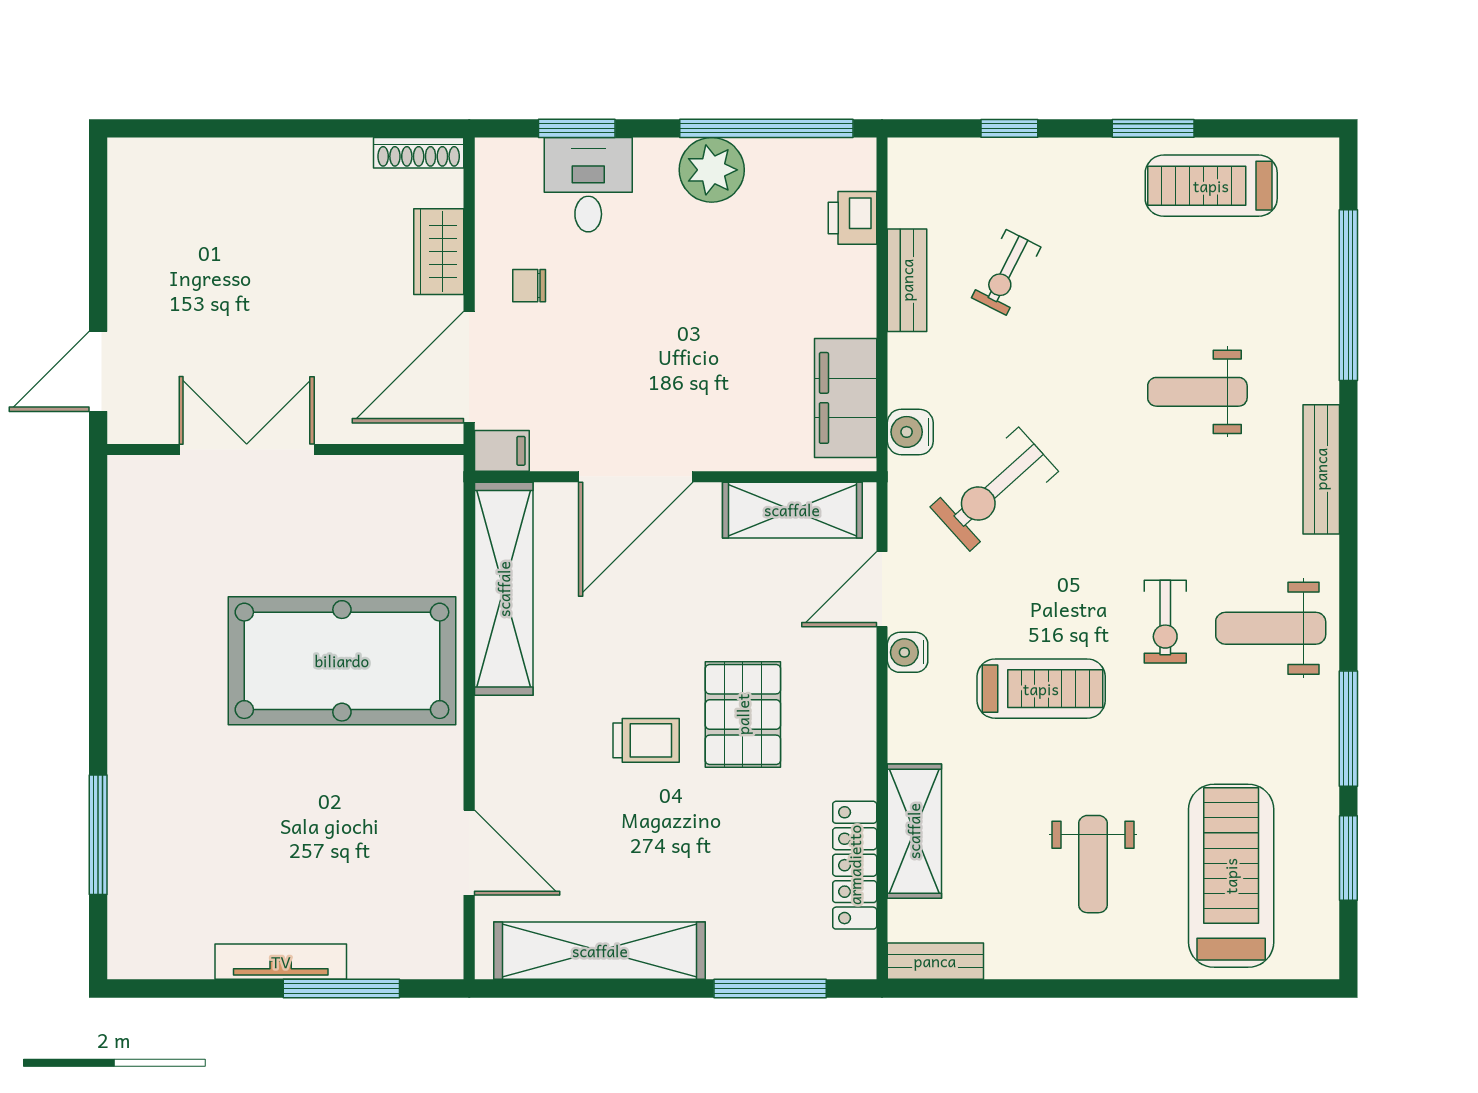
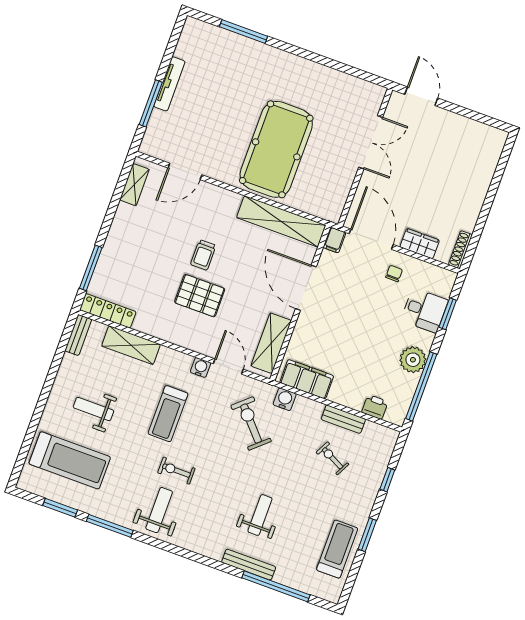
bench: (1321, 469) -> (249, 565), moved
locker: (855, 865) -> (108, 311), moved
shelving: (600, 951) -> (134, 185), width x0.45, depth x0.75

